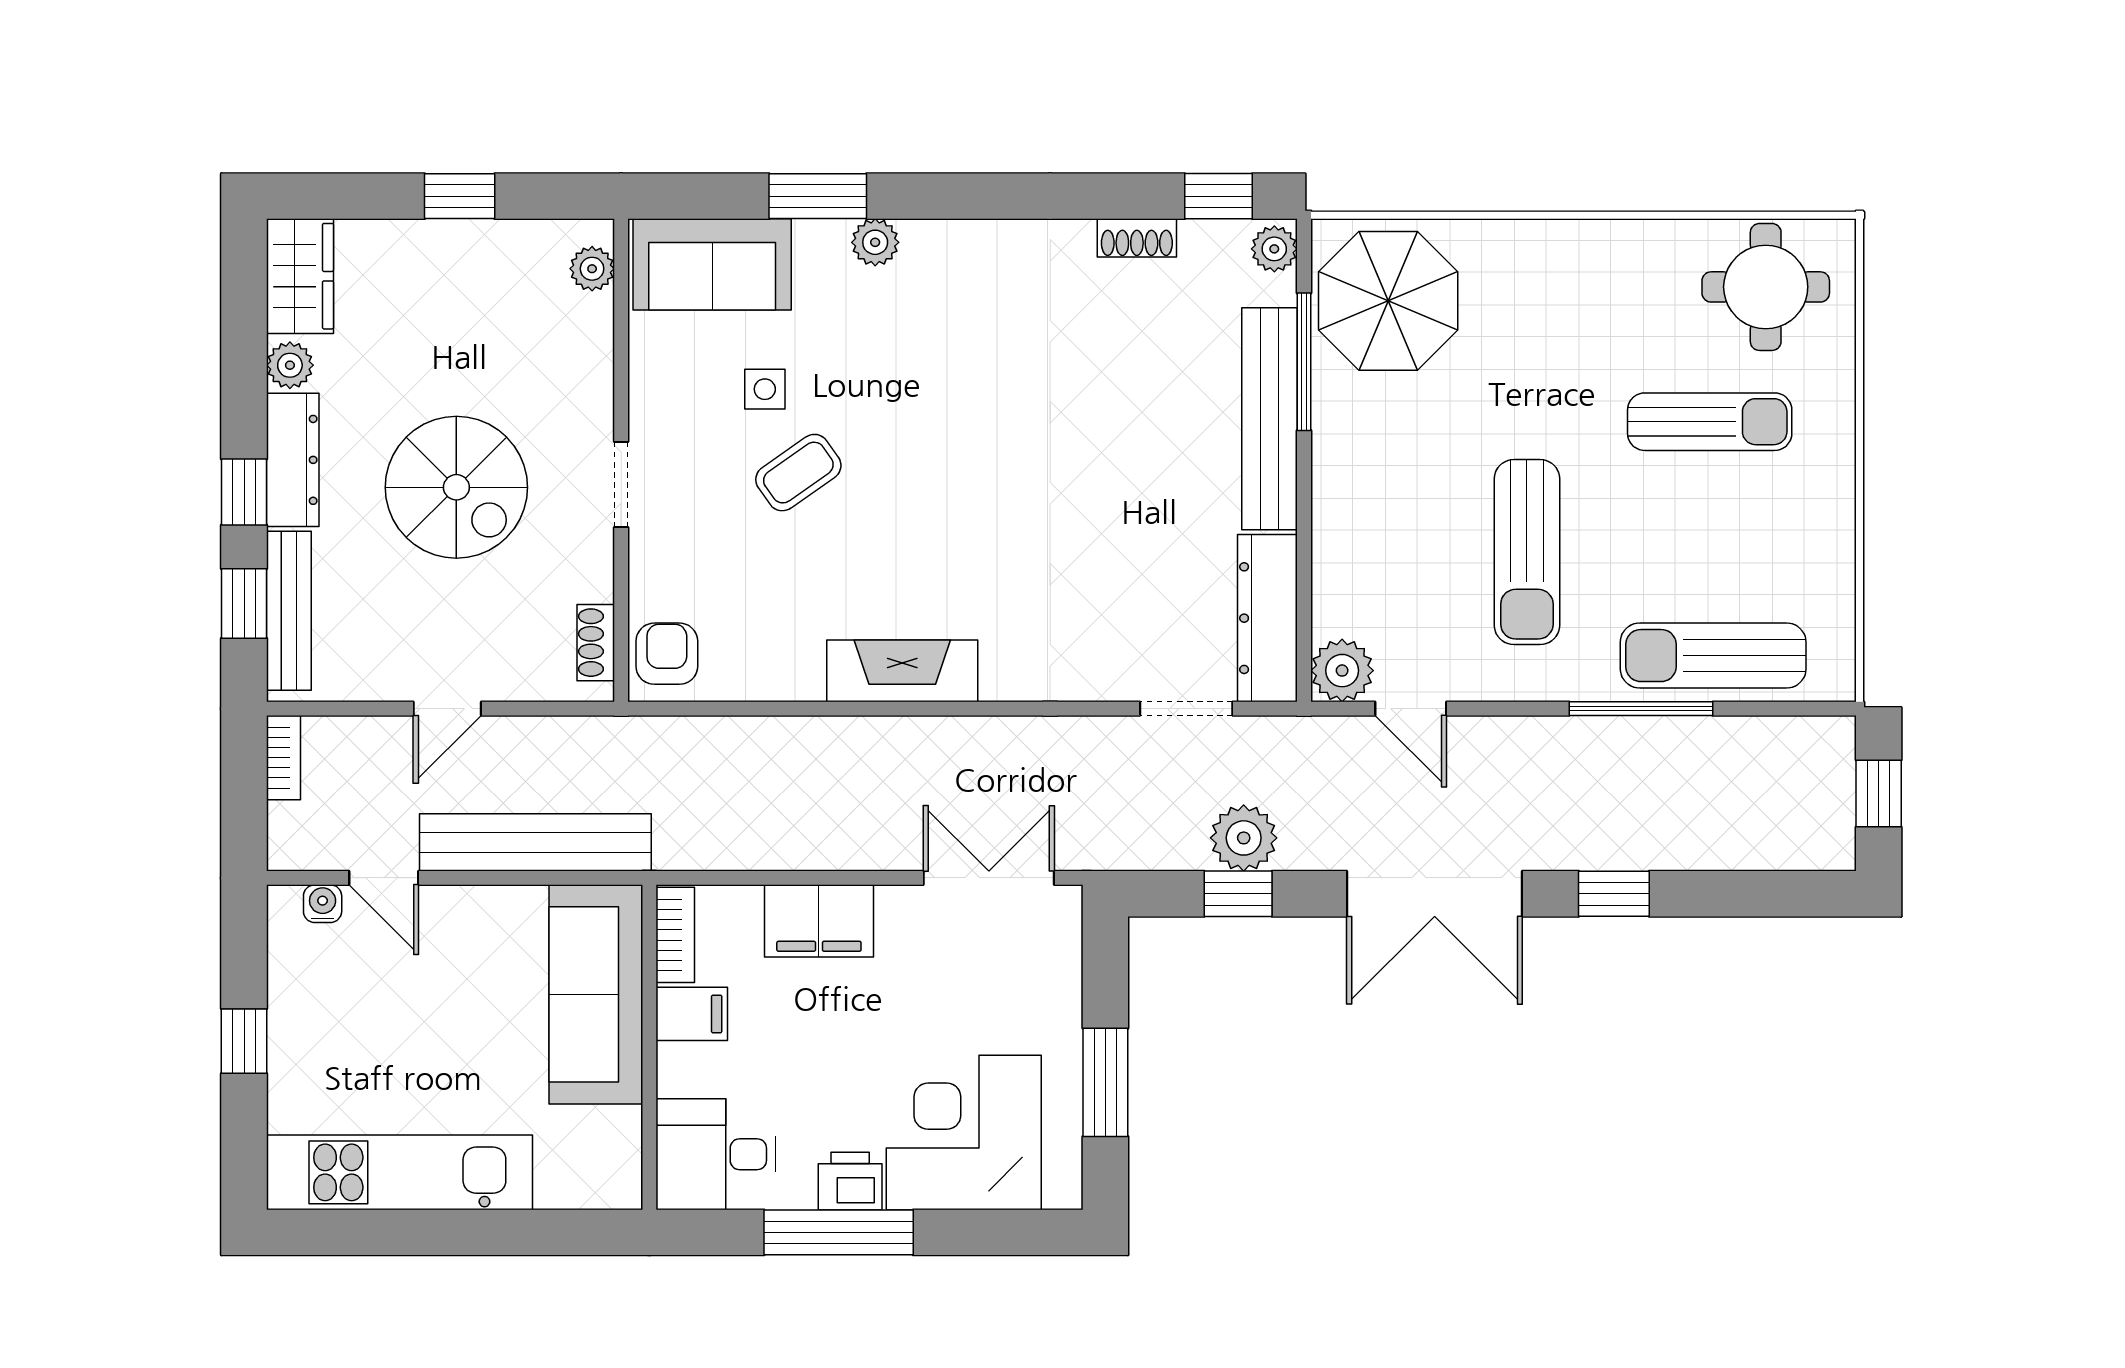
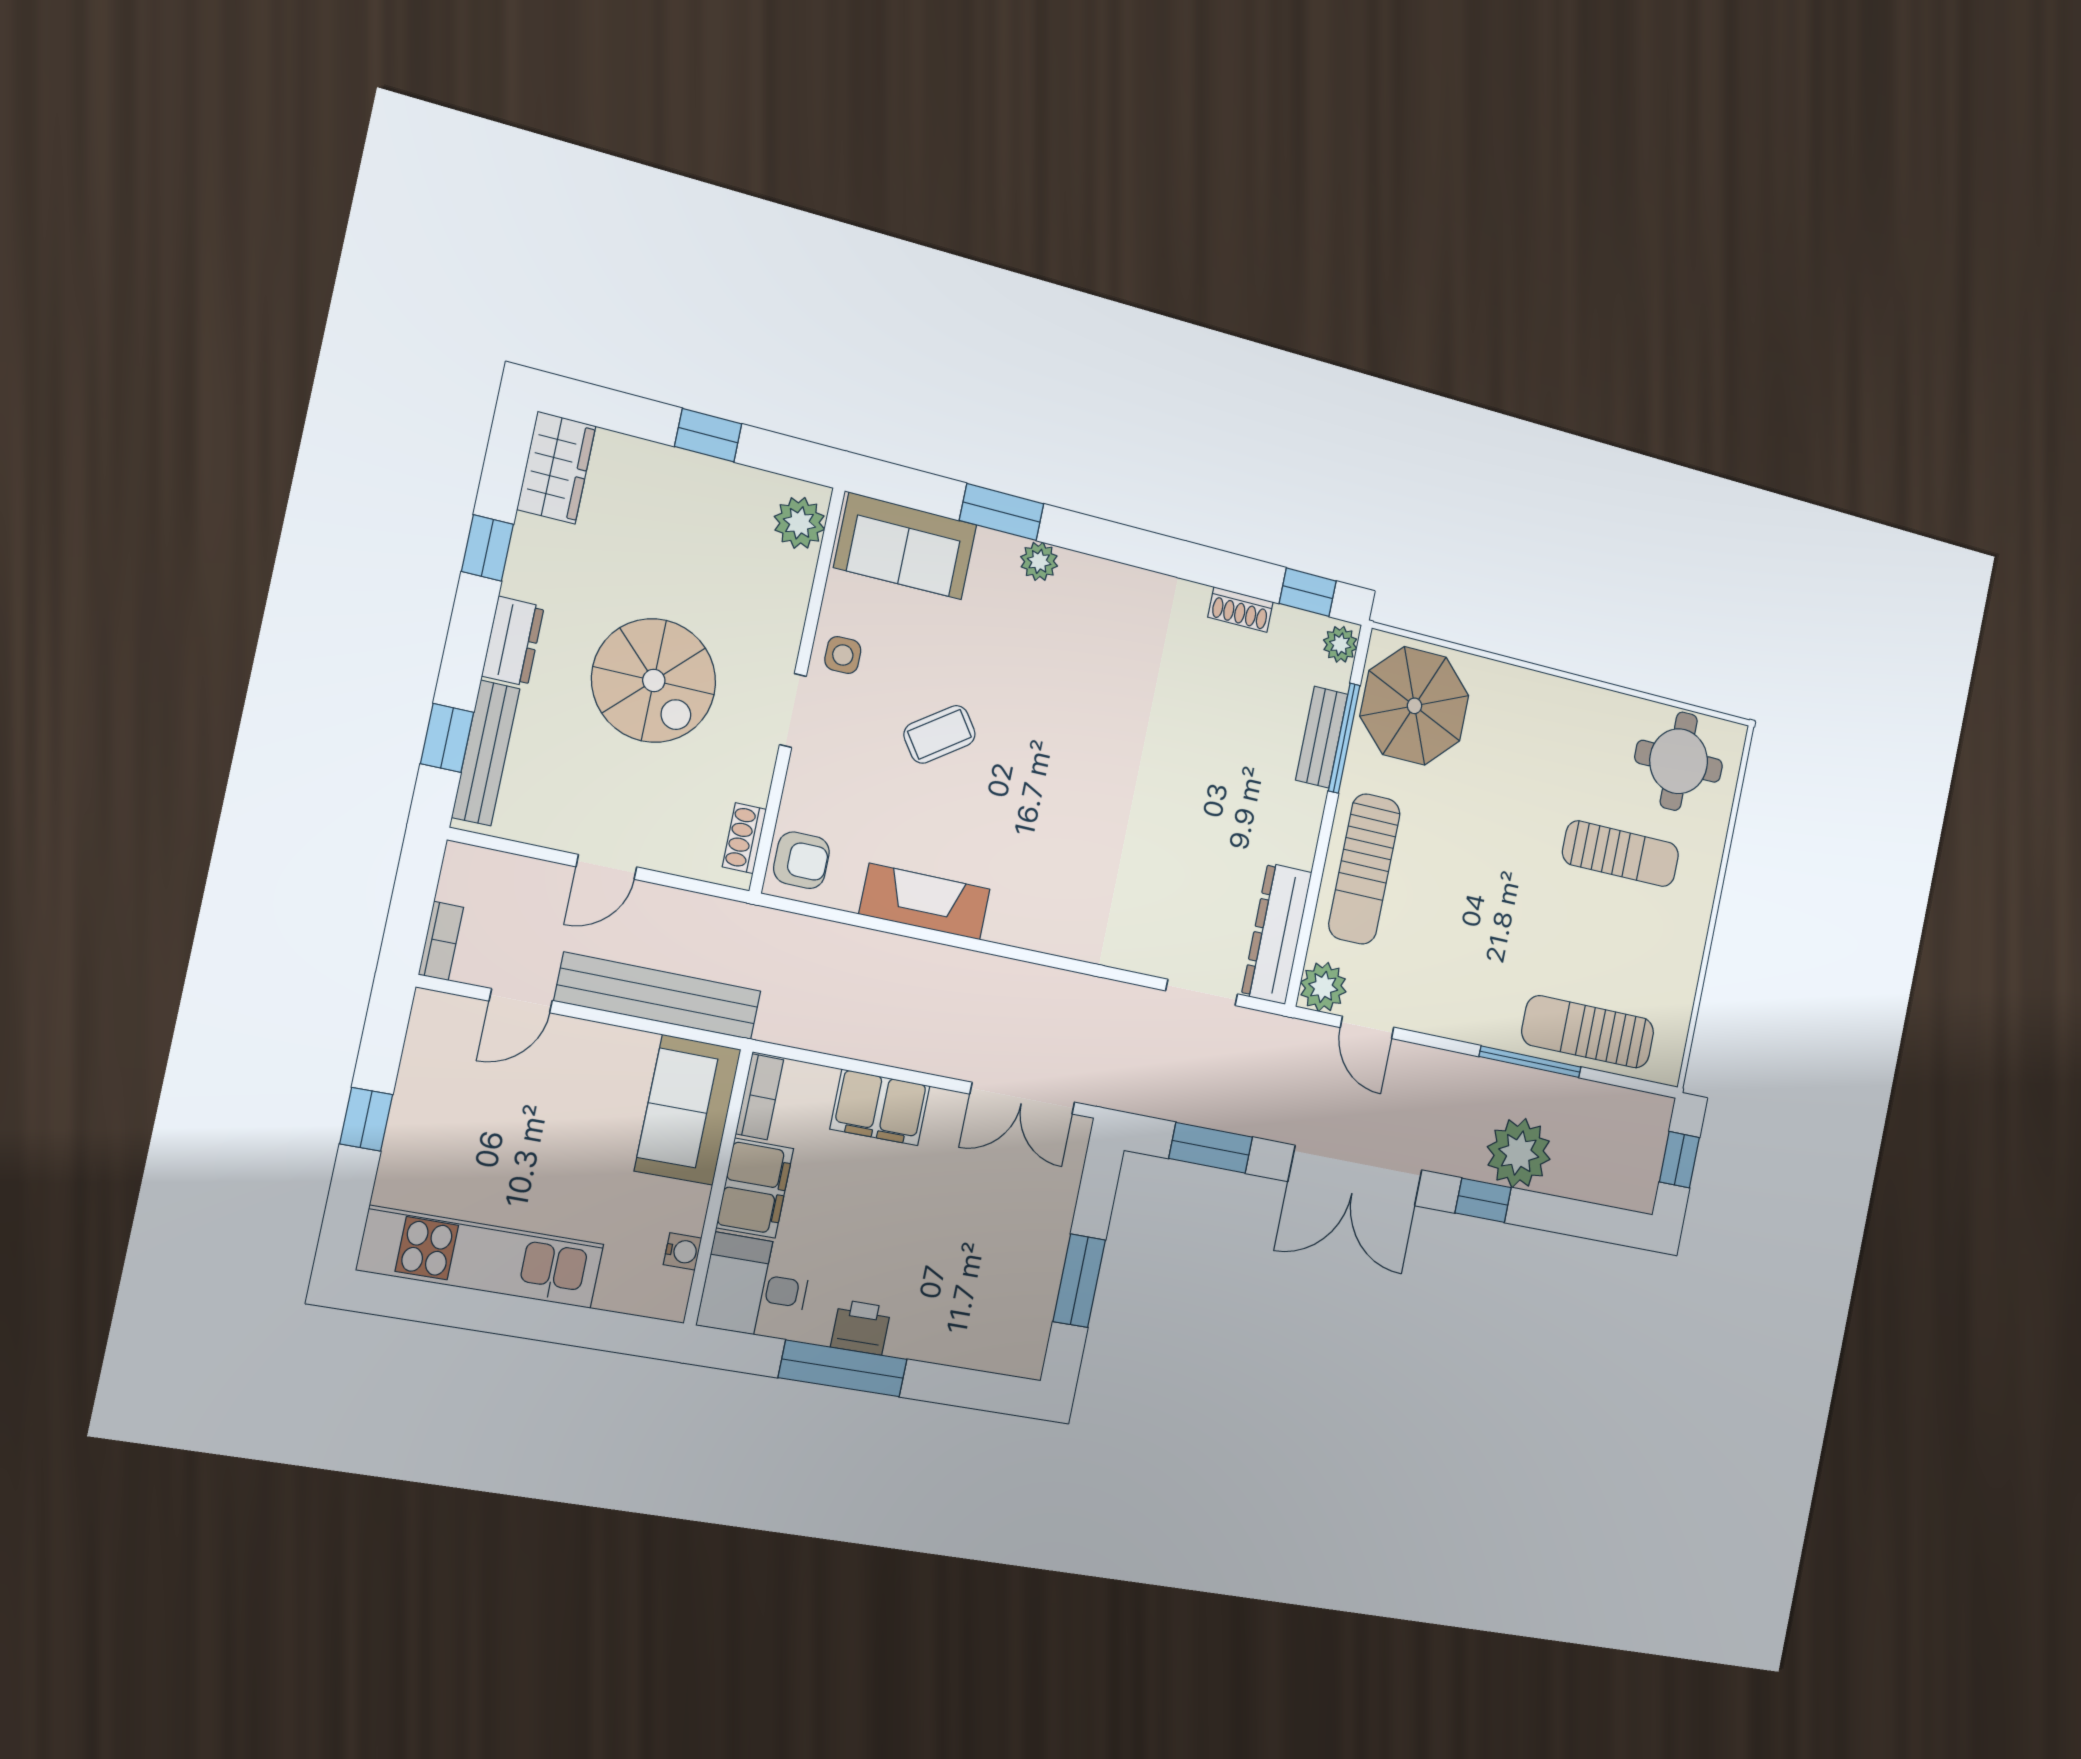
plant: (592, 269) -> (799, 523), width x1.38, depth x1.38
plant: (290, 365) -> (531, 542), removed
side table: (765, 389) -> (843, 655), moved
bench: (1270, 419) -> (1322, 737), width x0.54, depth x0.82
dresser: (293, 460) -> (513, 641), width x0.70
window: (244, 492) -> (487, 548), moved
sun lounger: (1527, 552) -> (1364, 869), moved
armchair: (667, 654) -> (801, 860), turned 90
fireplace: (902, 671) -> (925, 902), moved
bookcase: (283, 758) -> (441, 941), moved
plant: (1244, 838) -> (1519, 1153), moved, width x1.36, depth x1.36
door: (384, 878) -> (521, 1001), hinge flipped
double door: (989, 878) -> (1022, 1098), swing flipped
window: (1238, 894) -> (1211, 1148), width x1.50
water cooler: (323, 904) -> (683, 1251), moved, turned 90
sofa: (596, 994) -> (688, 1110), width x0.73
filing cabinet: (692, 1014) -> (755, 1188), width x2.00
corner desk: (964, 1132) -> (960, 1302), removed

